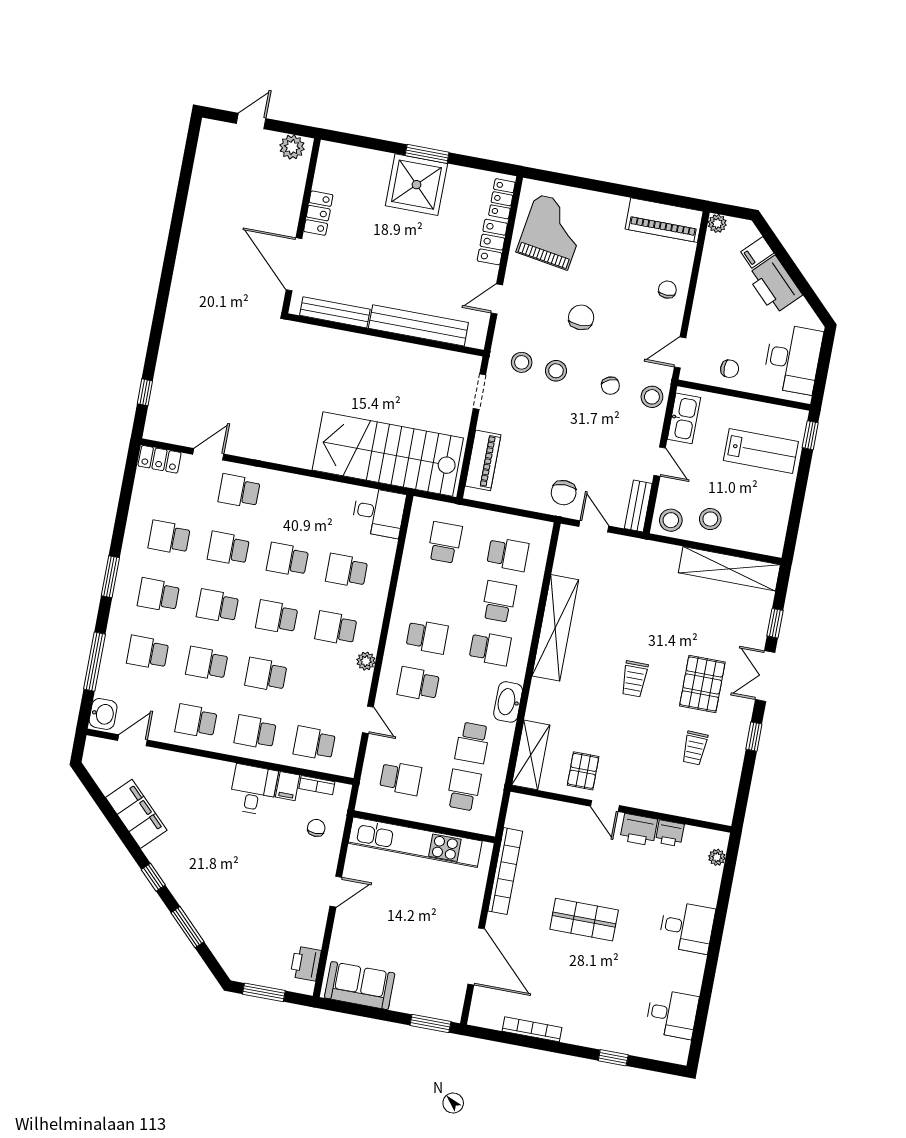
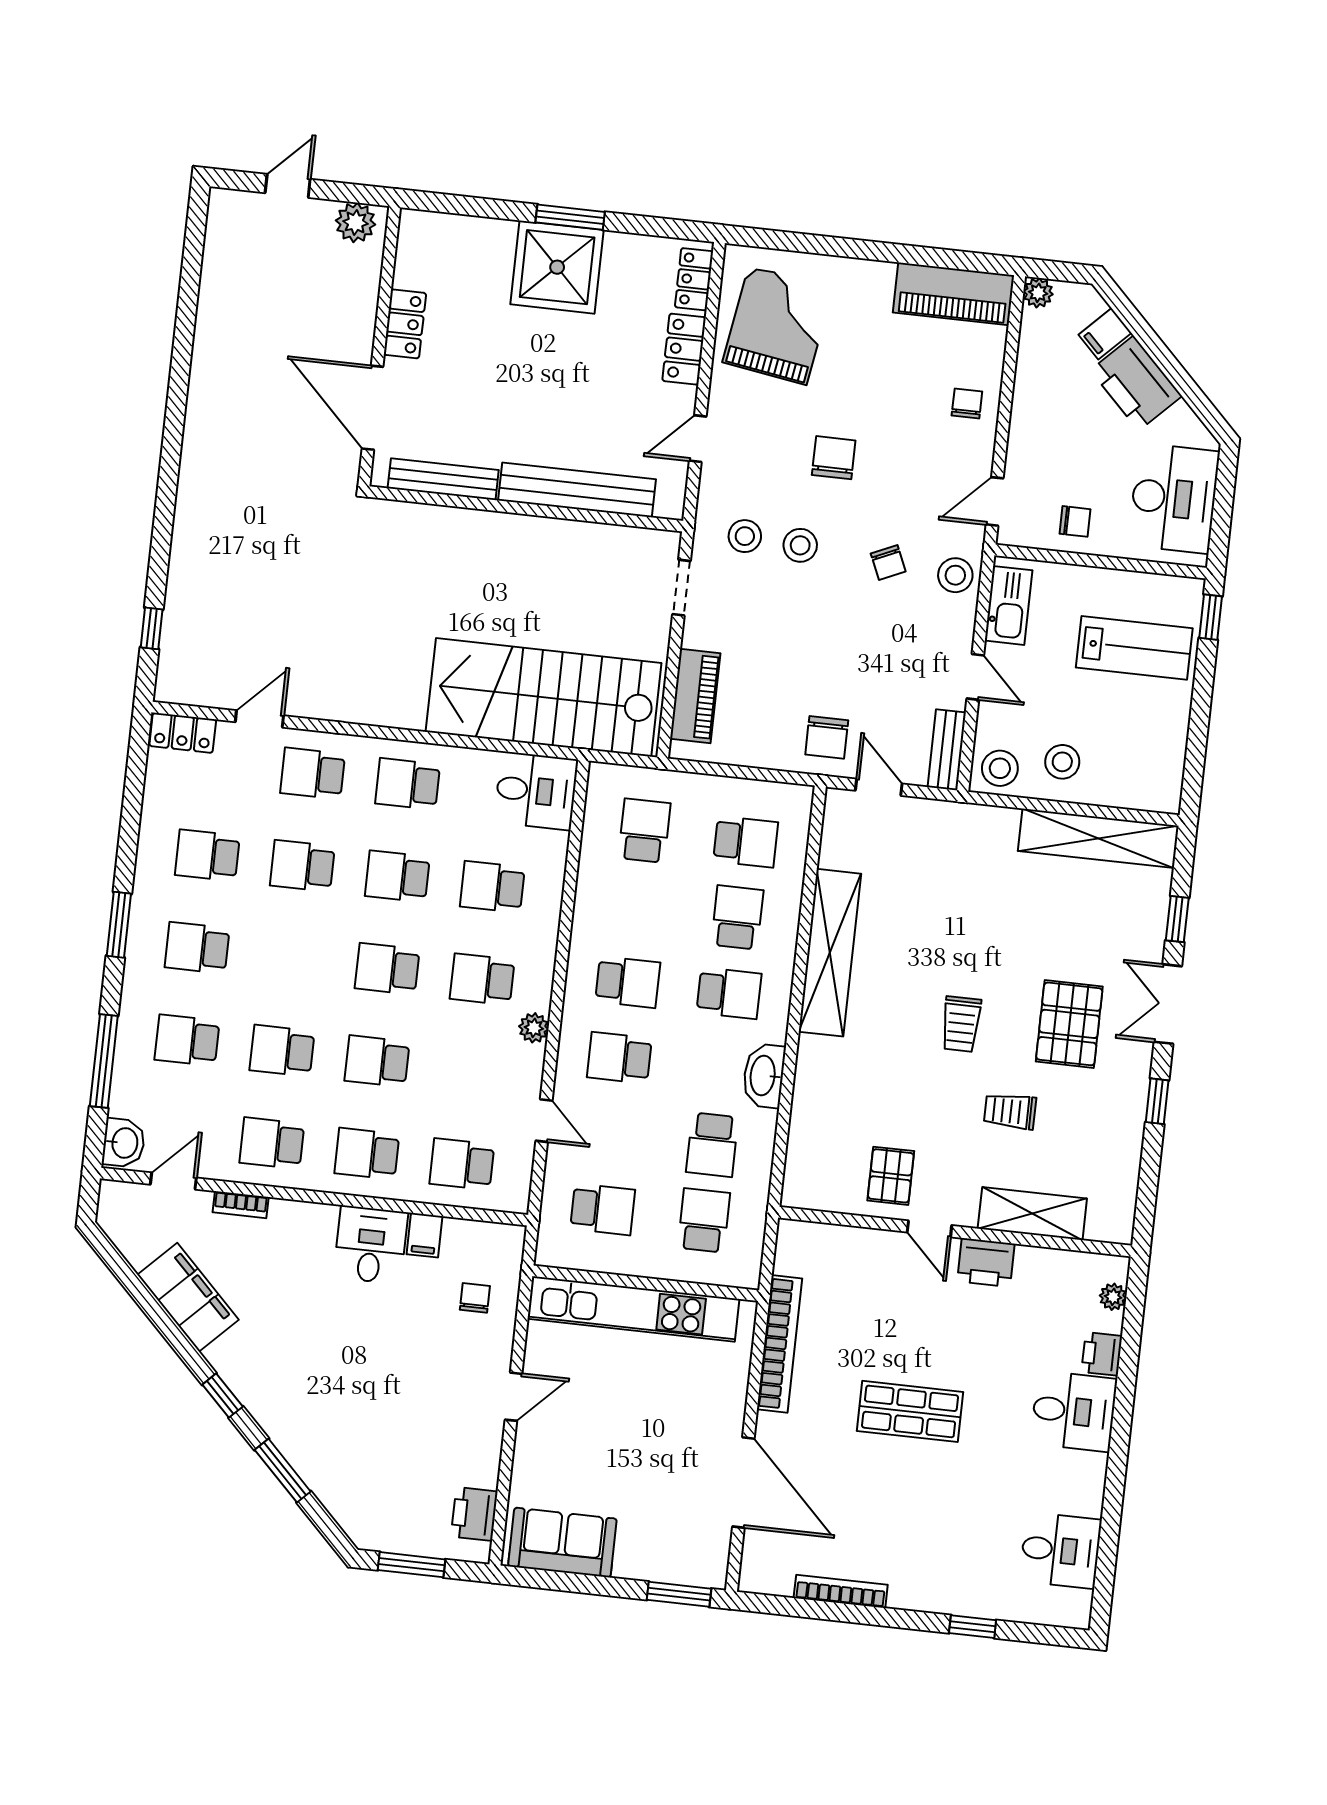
school desk: (218, 606) -> (408, 784), moved
trolley: (695, 748) -> (1010, 1111), moved, turned 88
shelving: (531, 755) -> (1032, 1214), moved, turned 90
bookcase: (317, 785) -> (241, 1205), moved
printer: (670, 833) -> (1102, 1354), moved, turned 90

